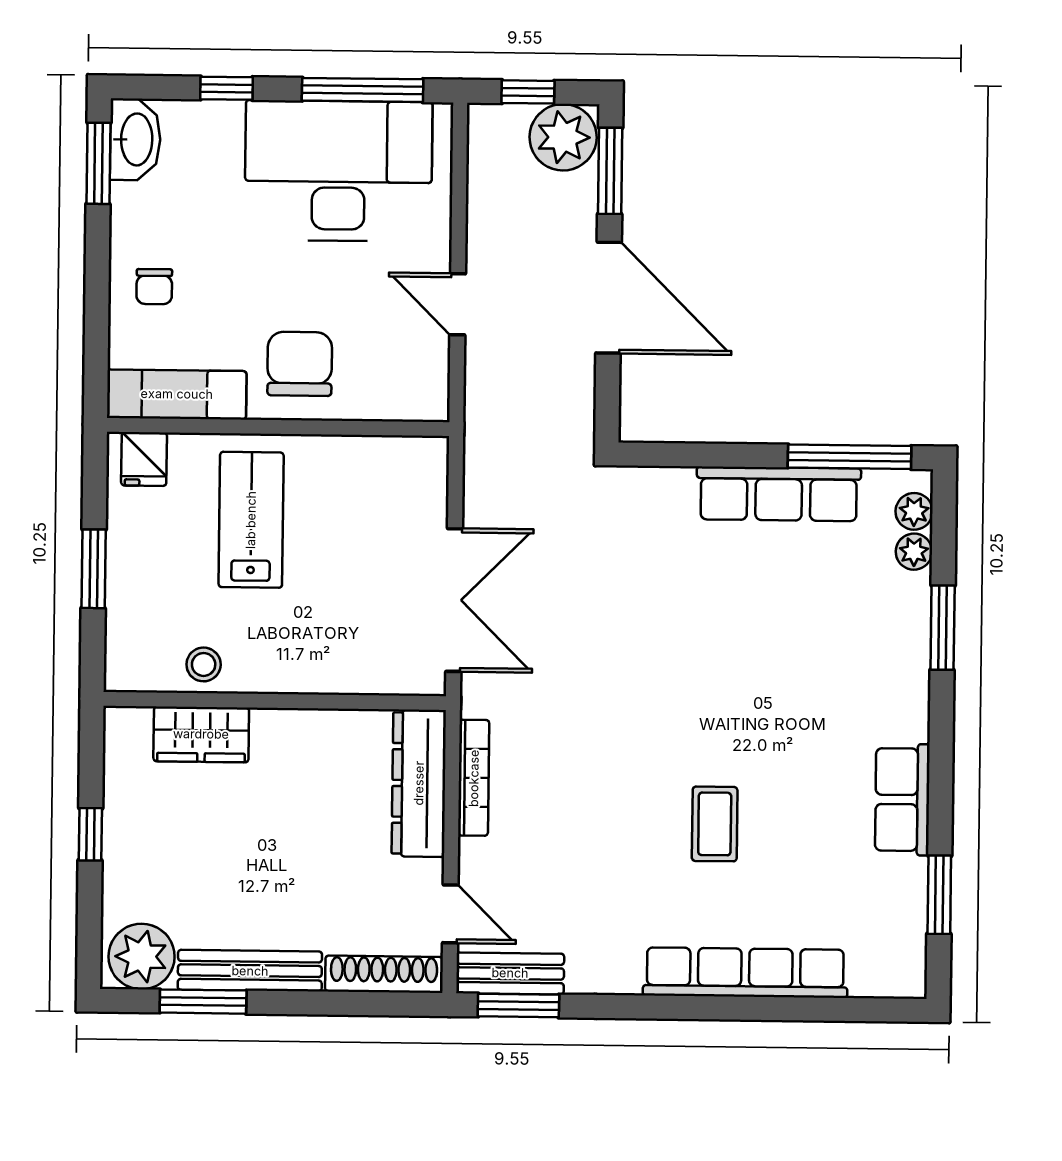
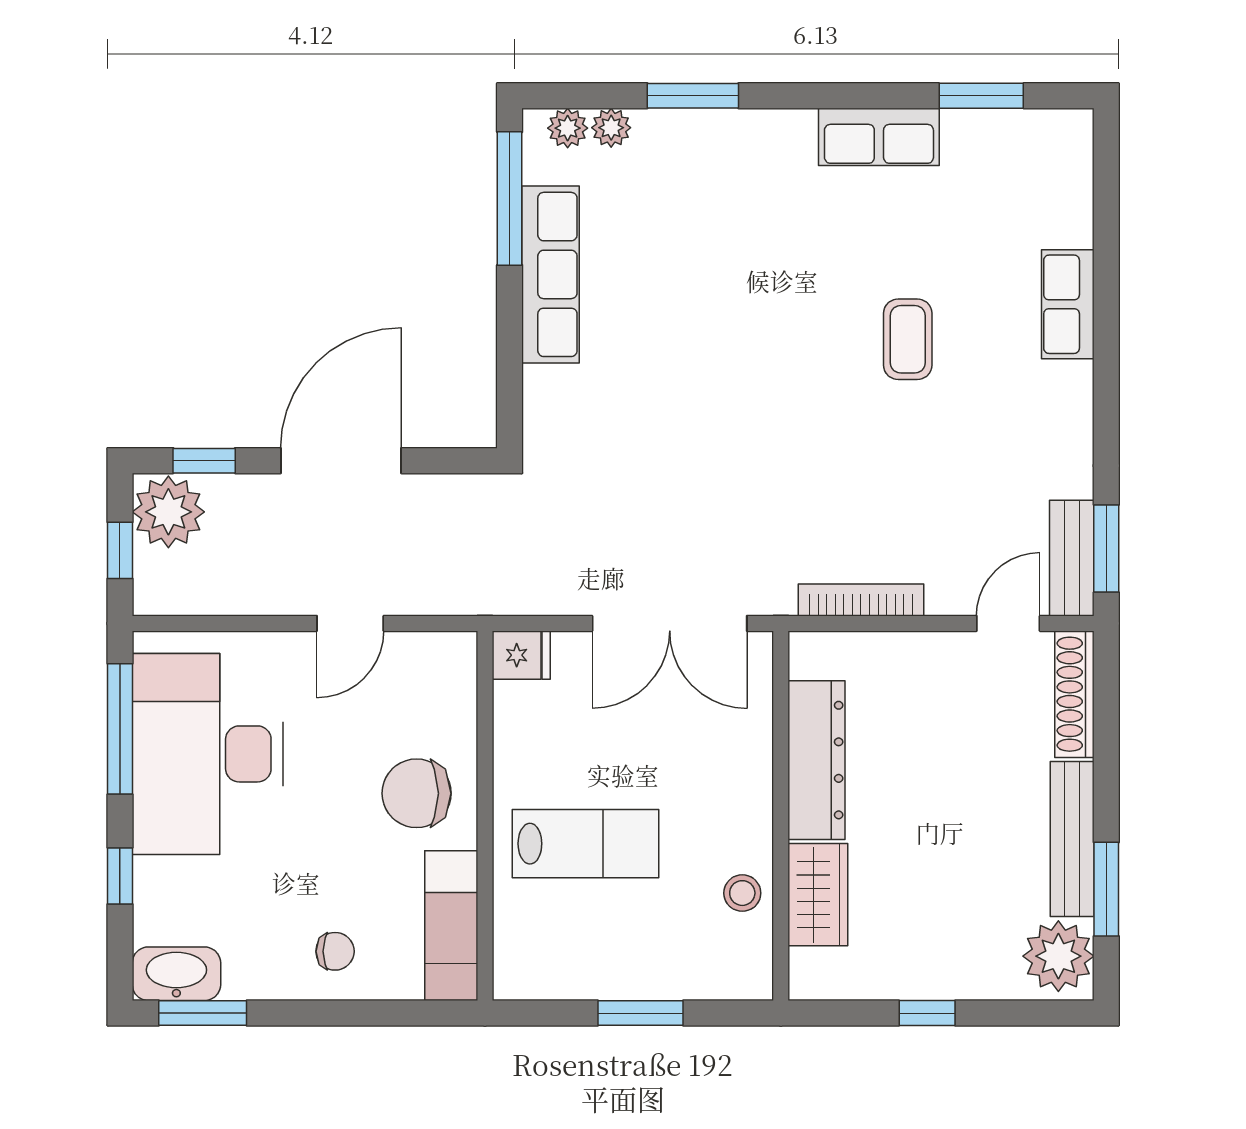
window: (610, 171) -> (204, 461), width x0.67
fridge: (144, 459) -> (521, 655), moved
lab bench: (251, 520) -> (586, 844), turned 180
double door: (454, 600) -> (670, 623), swing flipped
dresser: (419, 783) -> (817, 760), moved, turned -90
coffee table: (715, 824) -> (908, 339), turned 90
row of seats: (745, 973) -> (1068, 304), width x0.50

